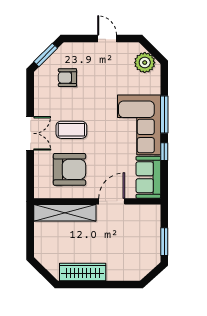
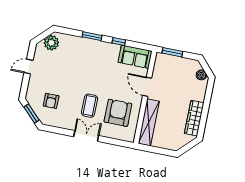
window: (164, 115) -> (92, 36), width x0.69
corner sofa: (139, 125) -> (96, 56), removed
window: (164, 242) -> (172, 52), moved
boiler: (142, 270) -> (201, 75), added

